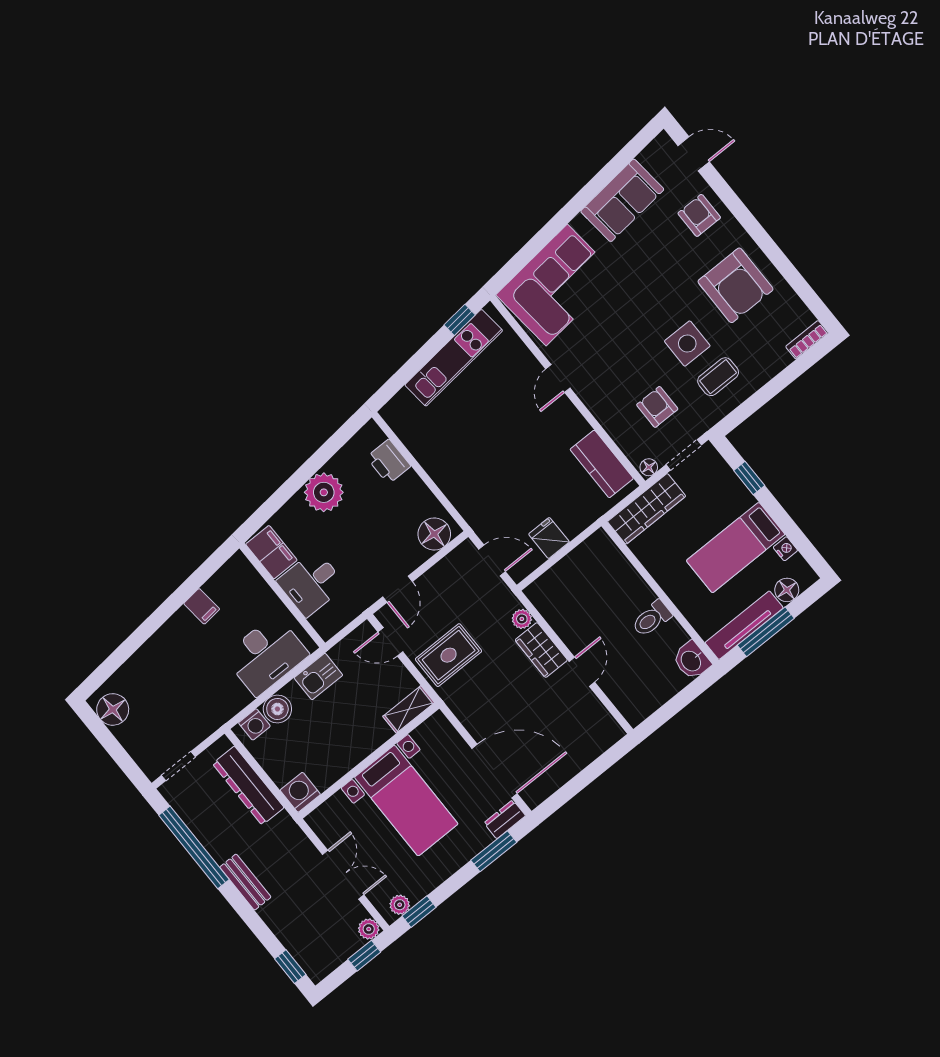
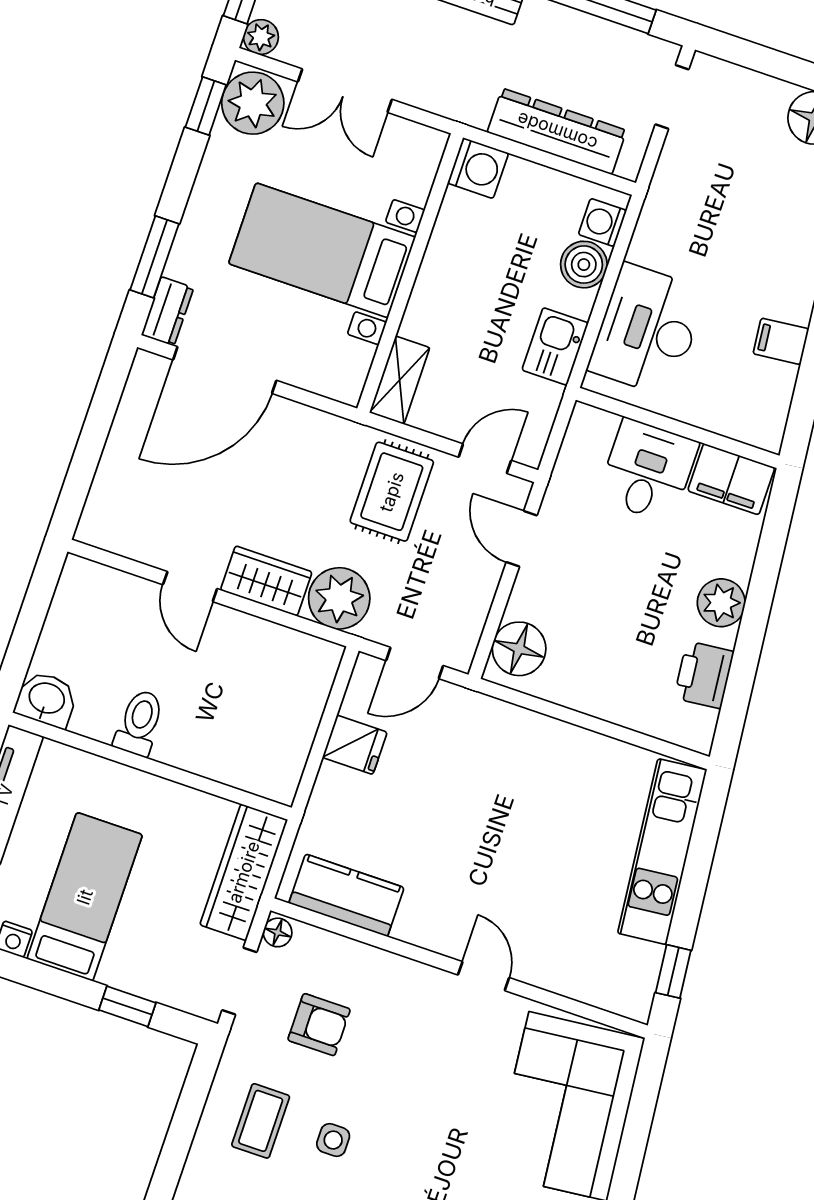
side table: (687, 344) -> (333, 1140), width x0.54, depth x0.54
kitchen unit: (454, 358) -> (662, 852), moved
printer: (389, 462) -> (704, 675), moved, turned -96
plant: (324, 492) -> (721, 603), width x0.73, depth x0.73
plant: (522, 619) -> (339, 598), width x1.87, depth x1.87
plant: (400, 905) -> (253, 103), width x1.87, depth x1.87

